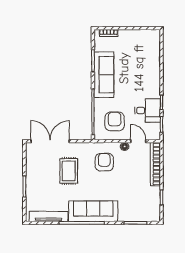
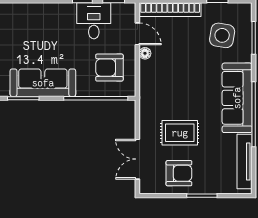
double door: (50, 141) -> (137, 159), width x0.73
door: (138, 141) -> (137, 34), swing flipped
armchair: (104, 162) -> (179, 173), moved, turned 180
side table: (137, 201) -> (222, 35), added

